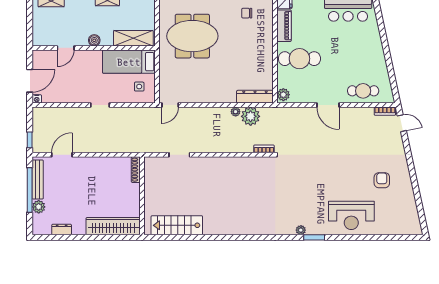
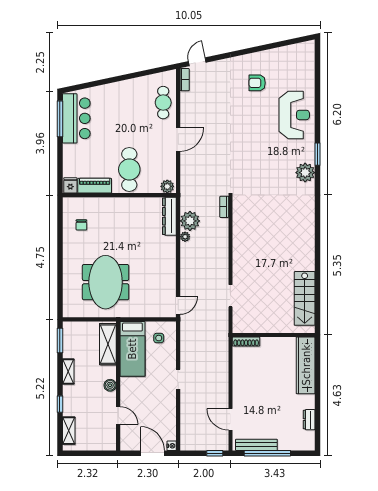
door: (170, 105) -> (178, 306), hinge flipped
plant: (39, 207) -> (285, 444), removed
plant: (301, 230) -> (305, 173), width x1.87, depth x1.87

